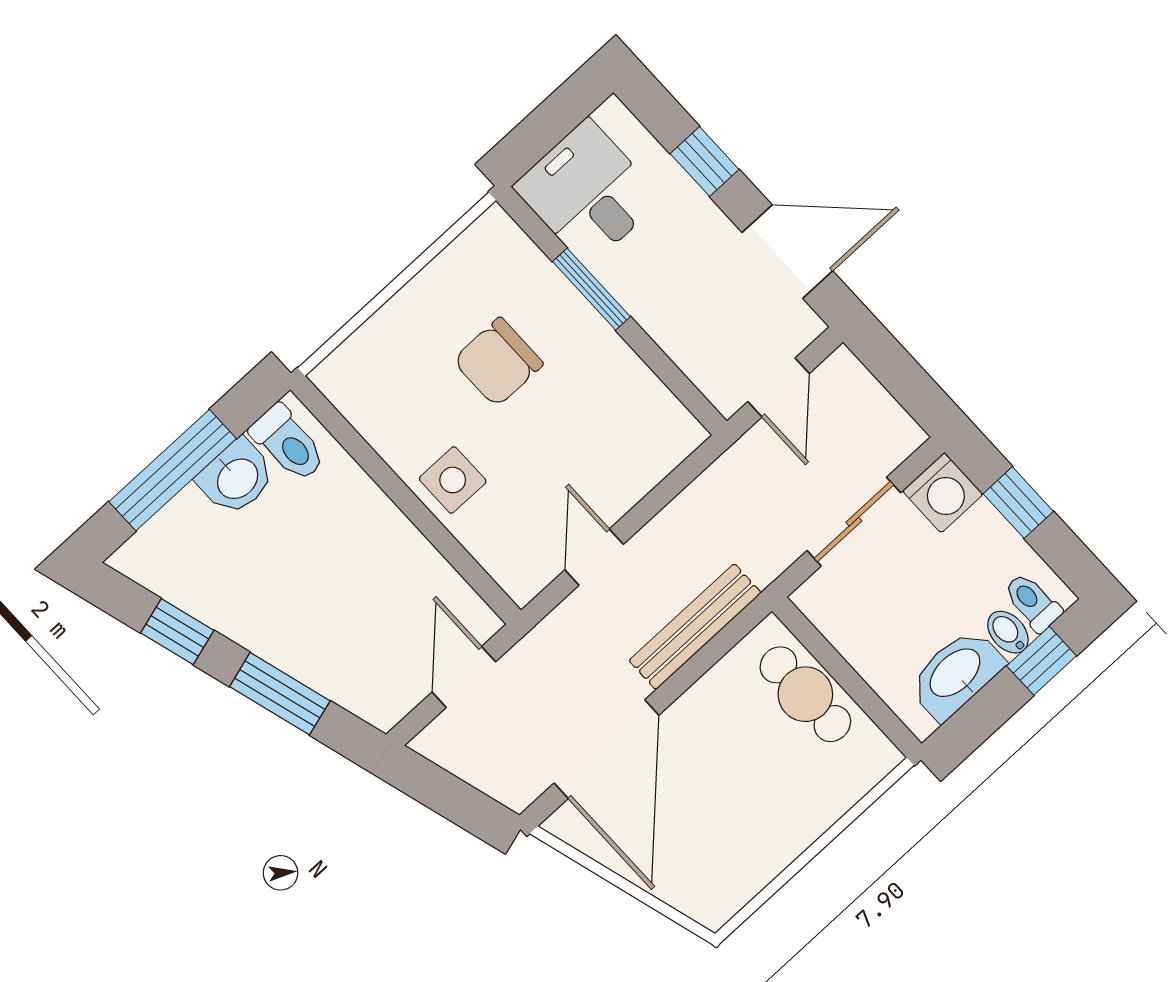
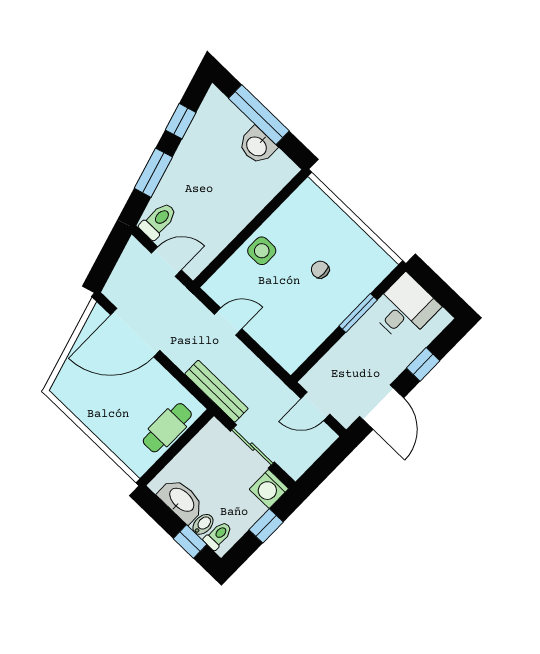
chair: (498, 362) -> (320, 270), width x0.54, depth x0.54
toilet: (288, 443) -> (158, 221), moved, turned 180
bench: (695, 627) -> (216, 391), moved

